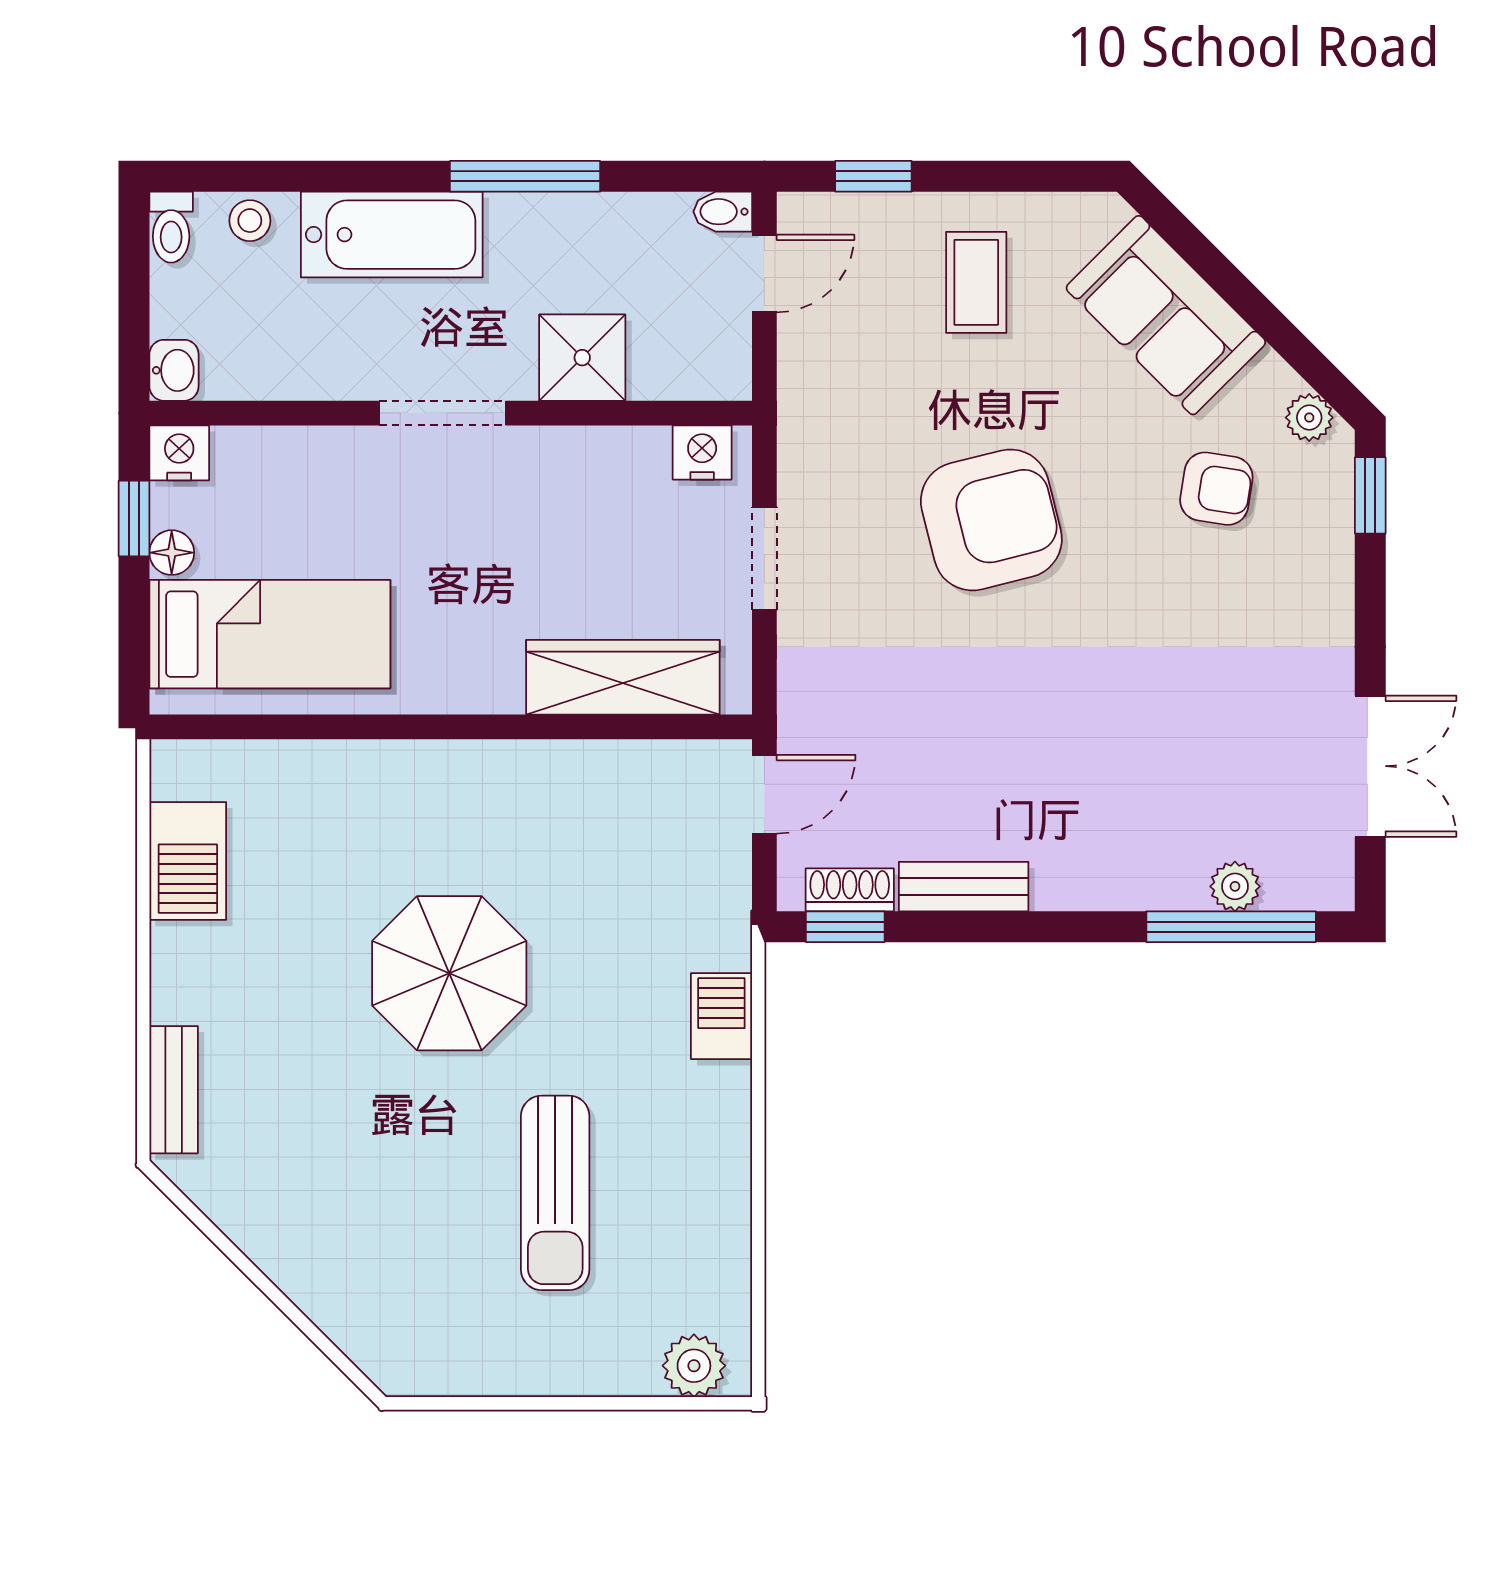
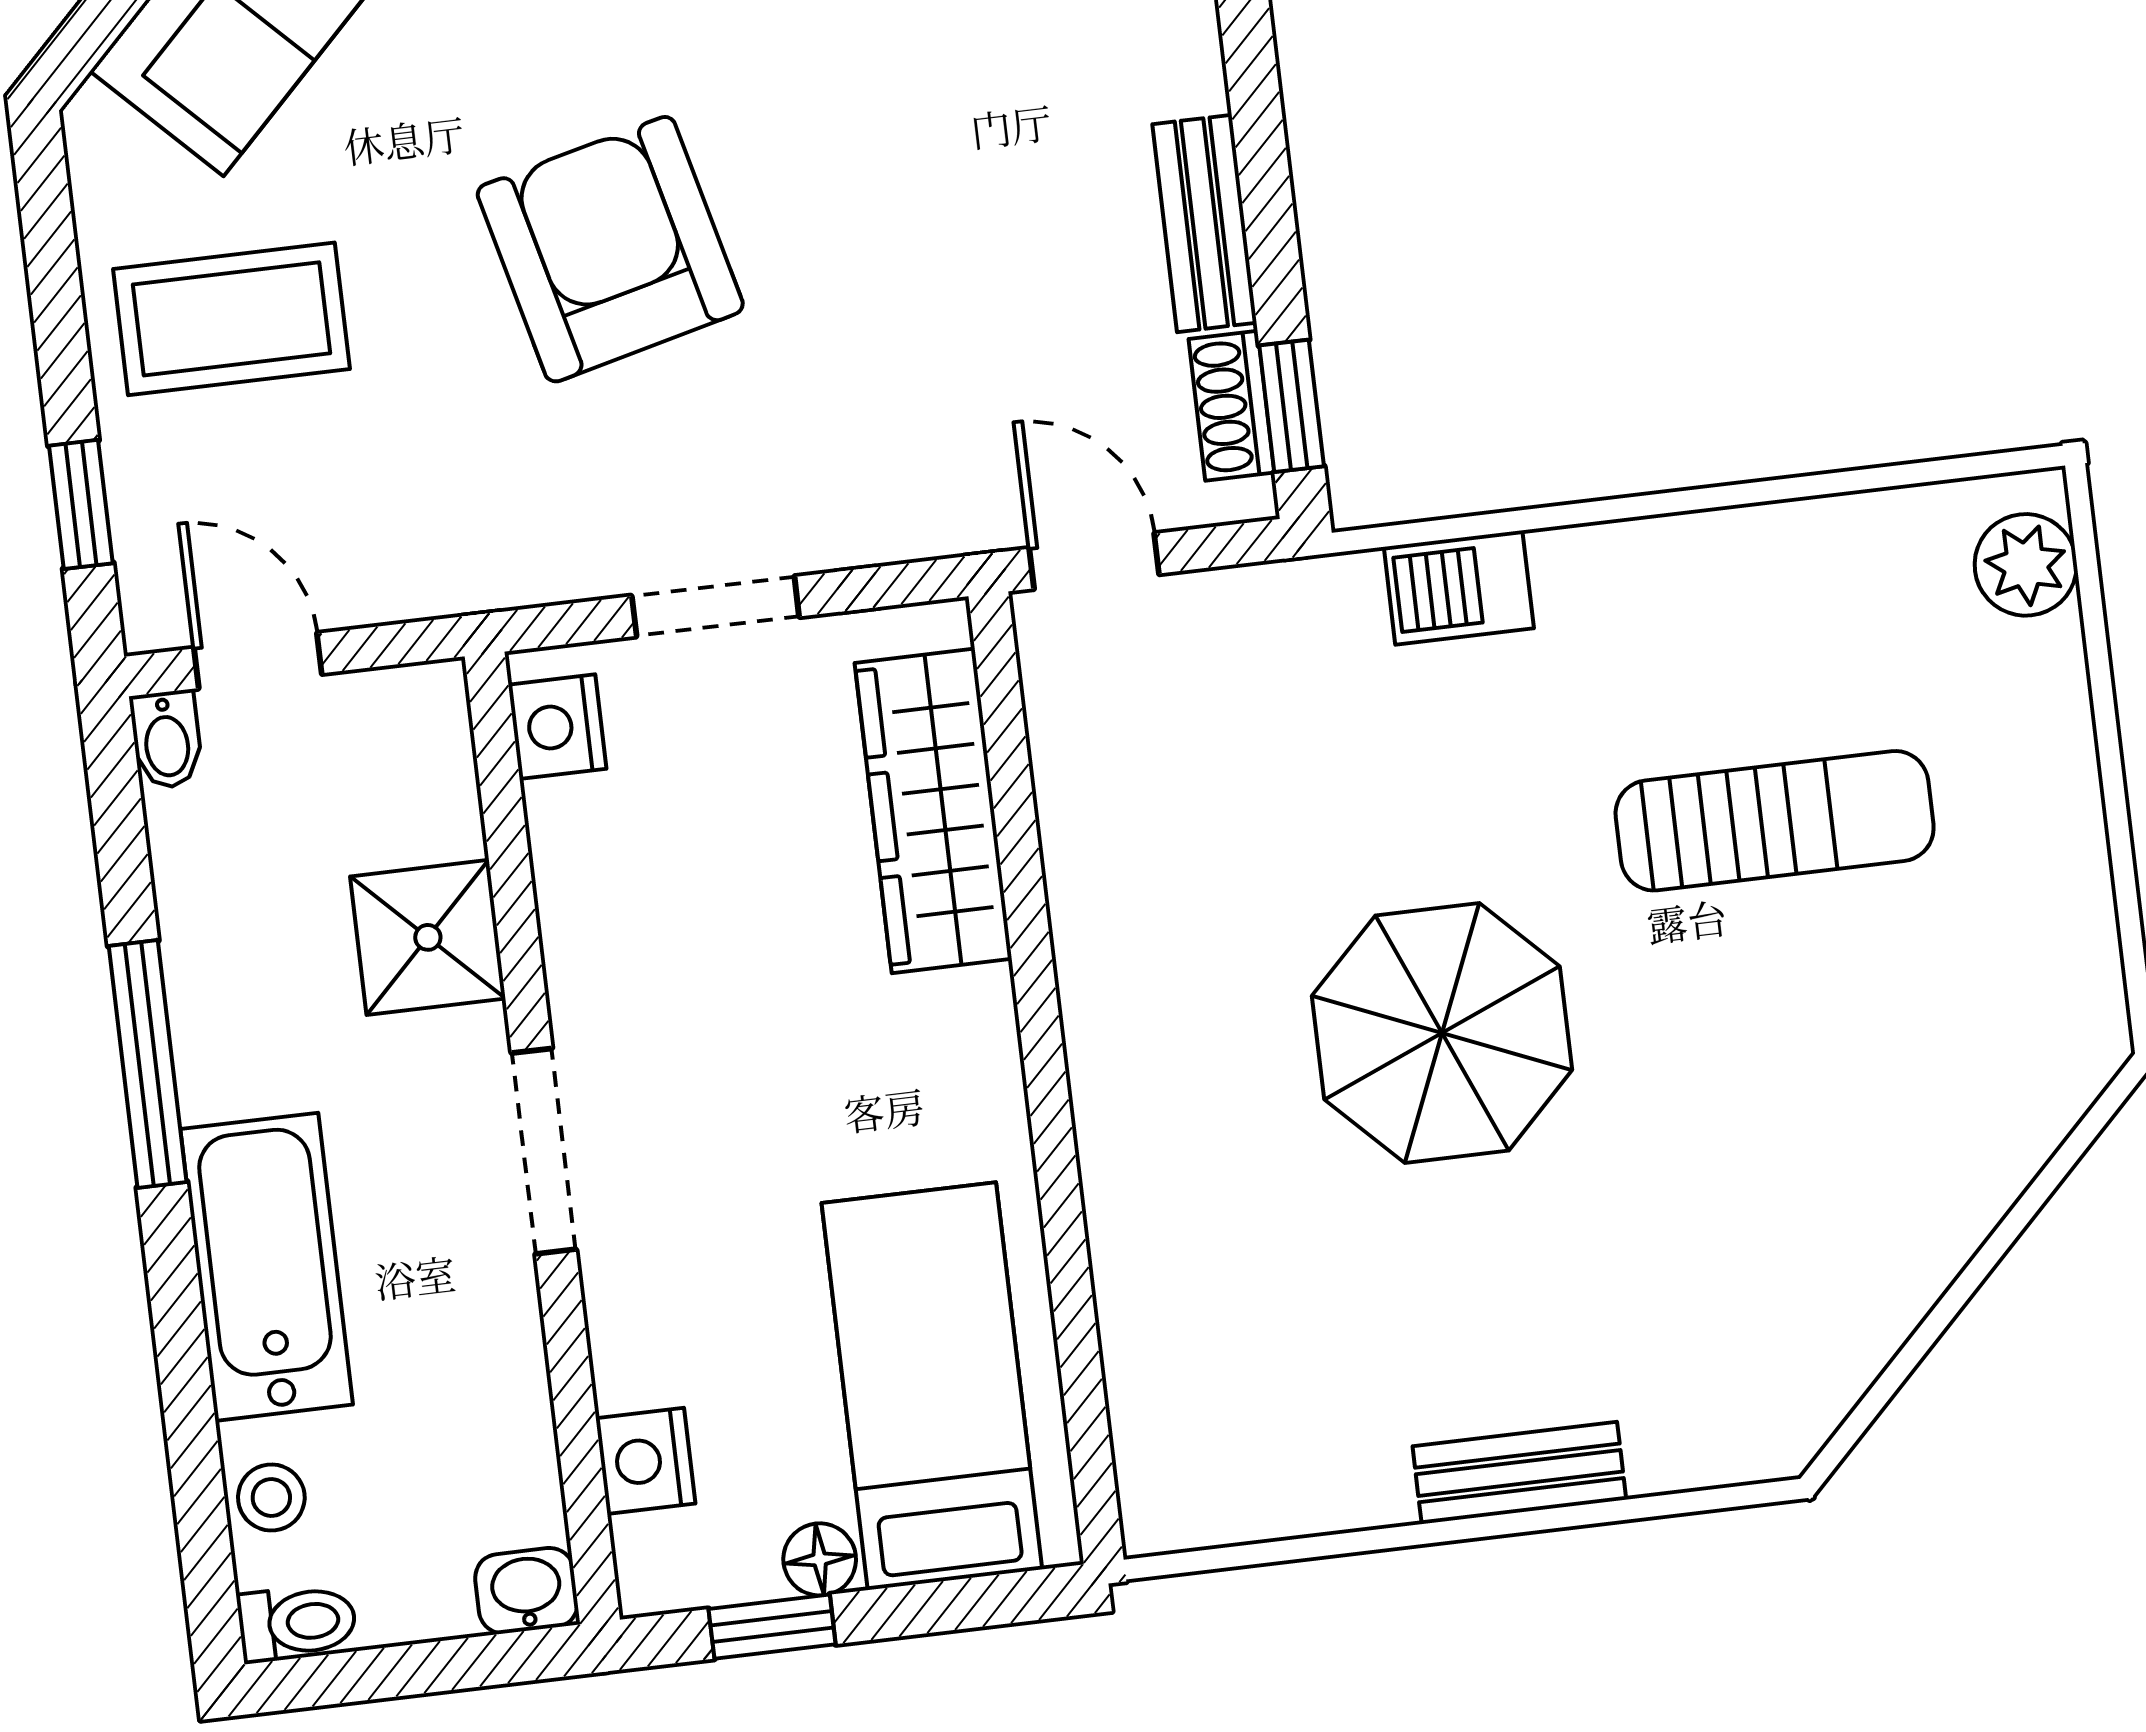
coffee table: (976, 282) -> (231, 319), width x1.36, depth x1.30
nightstand: (179, 453) -> (646, 1461), moved
barbecue: (188, 861) -> (1312, 1475), removed
bench: (174, 1090) -> (1519, 1473), moved

